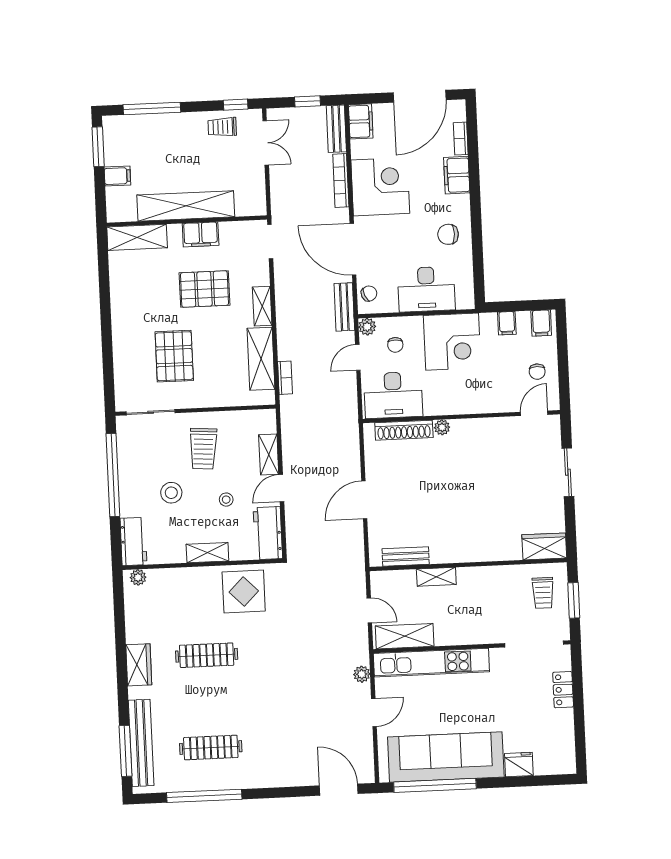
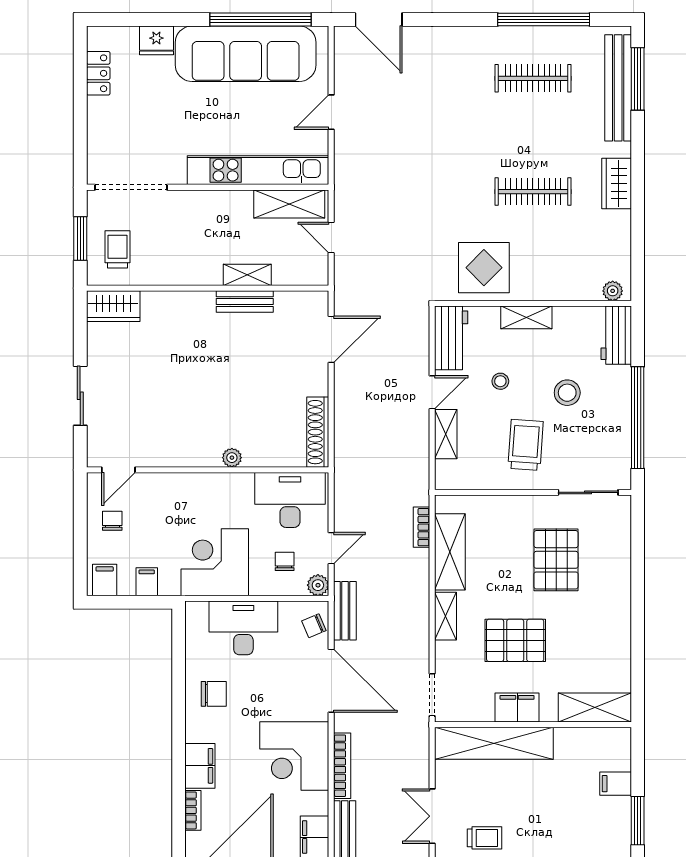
shelving: (186, 206) -> (494, 743), moved
shoe rack: (404, 430) -> (318, 432), moved, turned -90
door: (364, 500) -> (331, 339), moved
bench: (406, 556) -> (245, 302), moved
plant: (362, 674) -> (344, 160), removed
locker: (563, 690) -> (98, 73), moved

